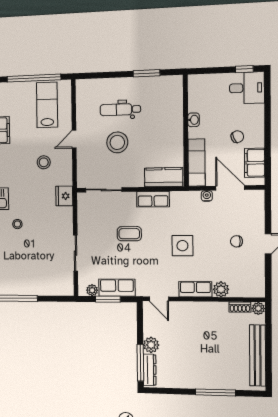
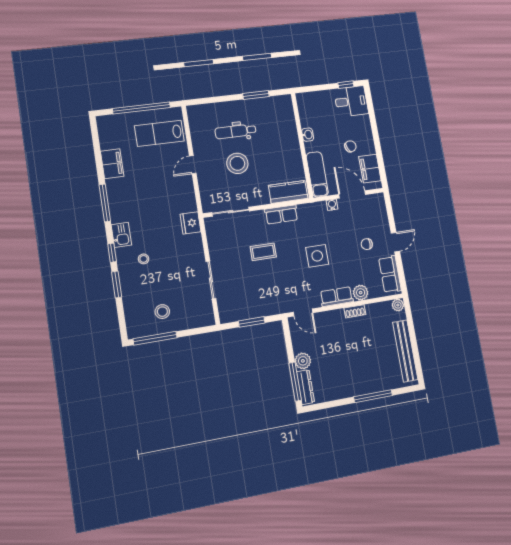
lab bench: (47, 105) -> (159, 133), turned -90
stool: (44, 162) -> (162, 312), moved
row of seats: (117, 288) -> (390, 274), moved, turned -90
plant: (92, 290) -> (234, 316), removed
shoe rack: (240, 307) -> (355, 311), moved

